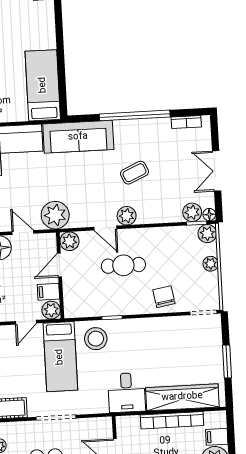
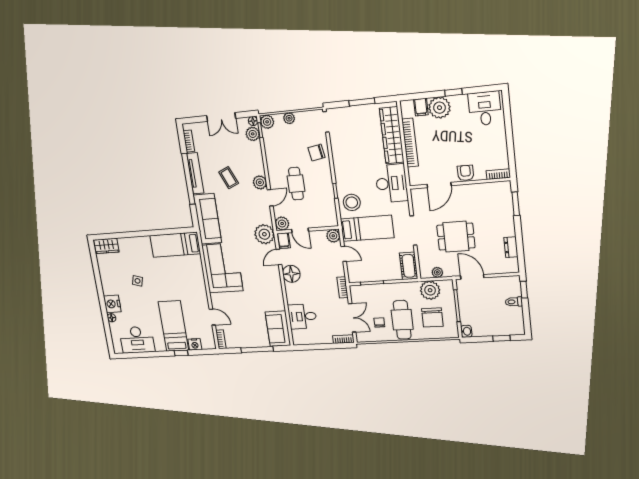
tv unit: (142, 126) -> (195, 173), added
filing cabinet: (48, 292) -> (284, 241), moved
desk: (126, 393) -> (391, 183), width x1.37

